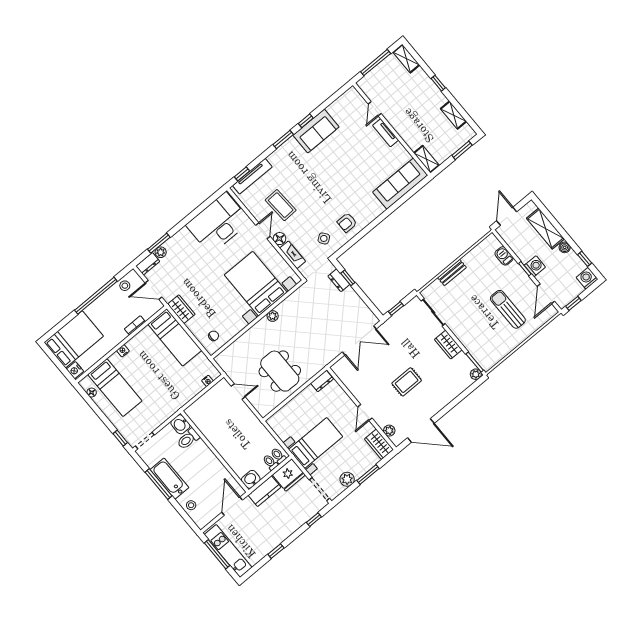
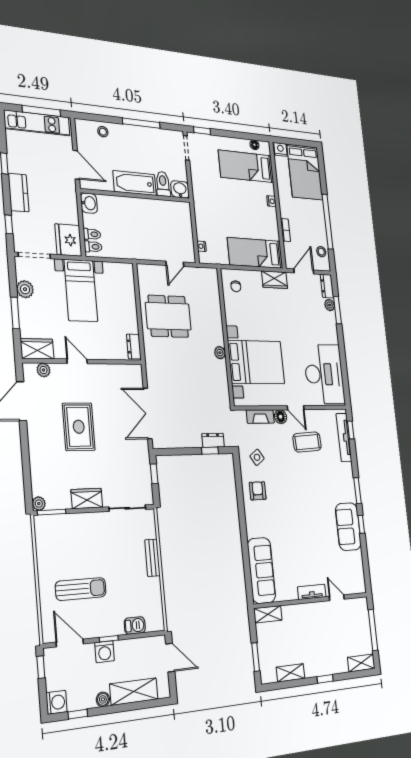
rug: (407, 382) -> (79, 427), width x1.36, depth x1.43
bathtub: (169, 479) -> (135, 183), moved, turned 180
kitchen counter: (264, 491) -> (19, 193), moved, turned 180

